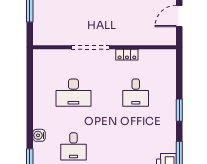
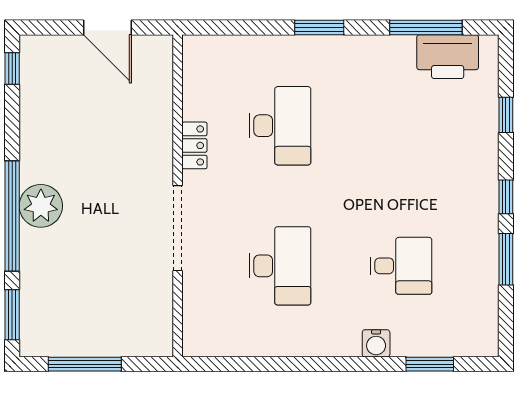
desk: (136, 93) -> (280, 126), width x1.37

